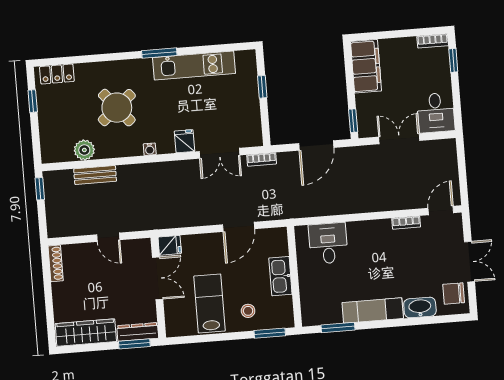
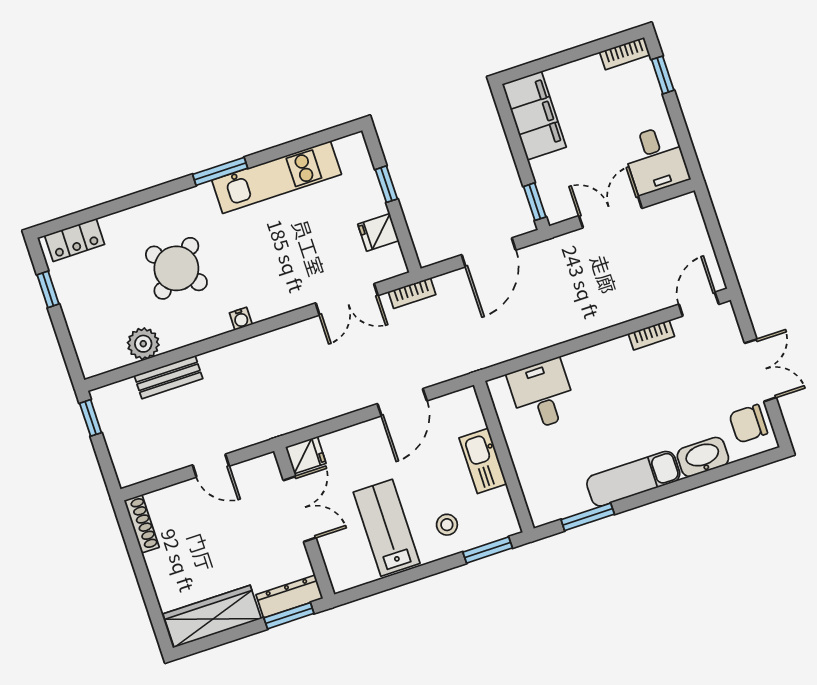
fridge: (184, 141) -> (378, 232), moved, turned -90

